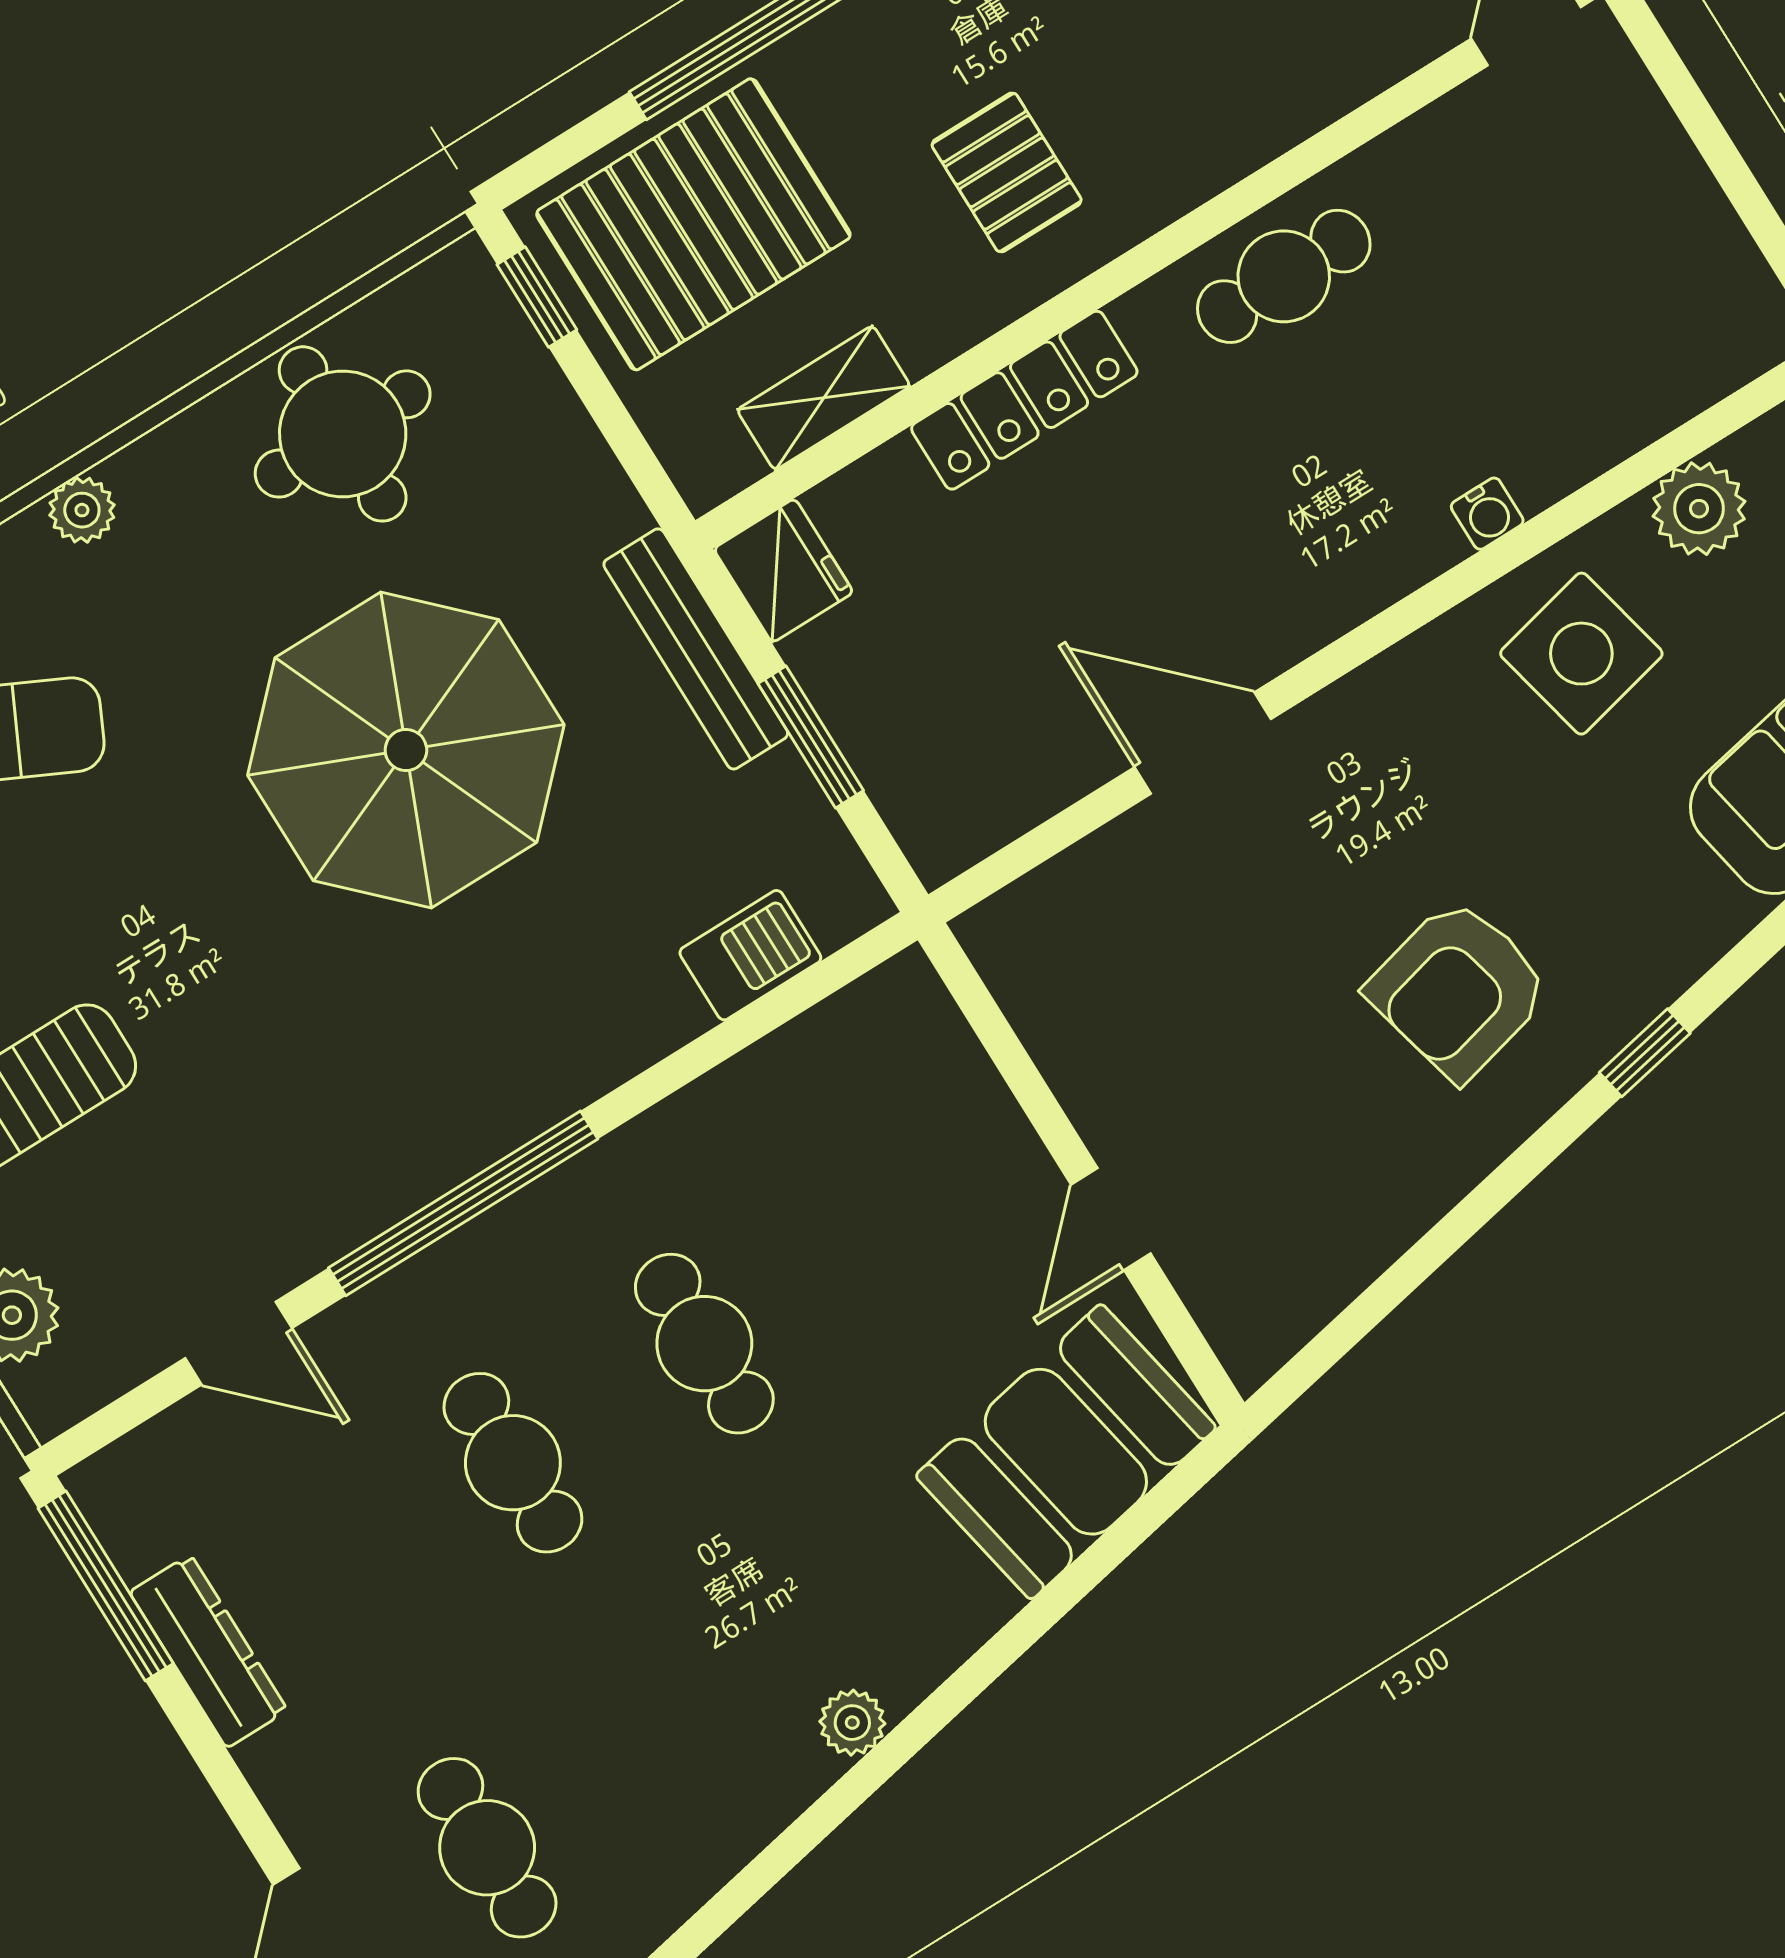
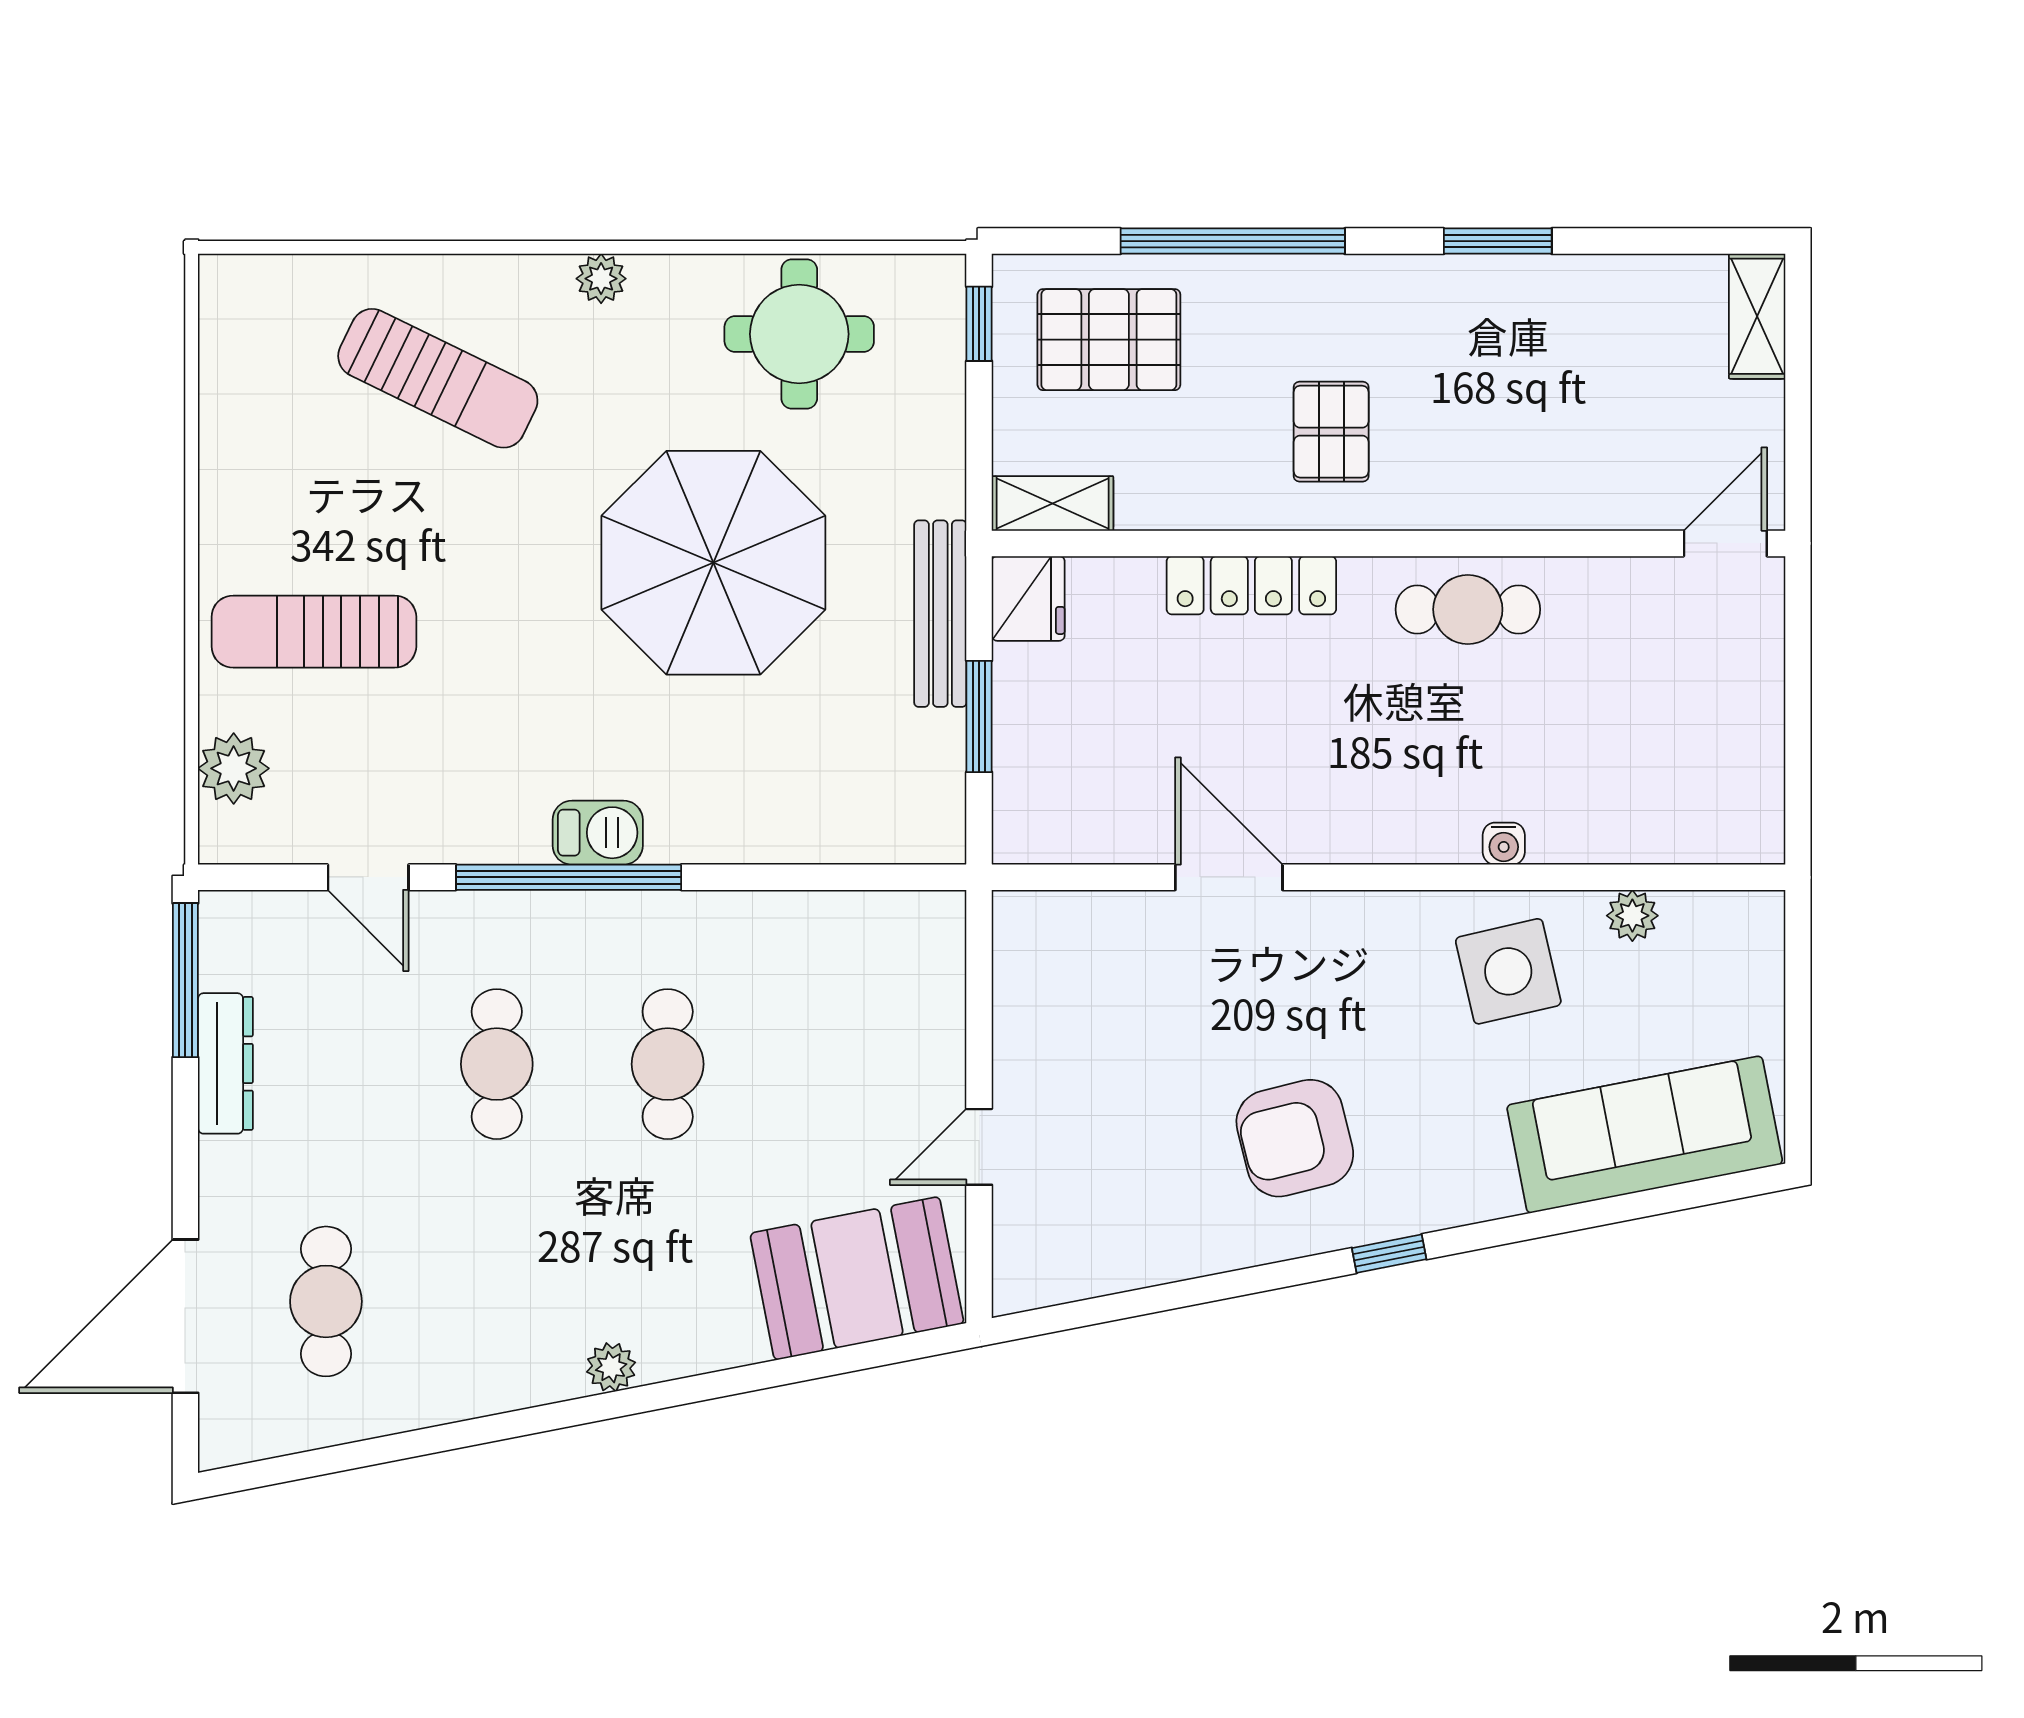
pallet: (693, 224) -> (1109, 340), width x0.73, depth x0.71
shelving: (824, 398) -> (1053, 503), moved
plant: (1699, 509) -> (1632, 916), width x0.73, depth x0.73
barbecue: (750, 955) -> (598, 833), moved

